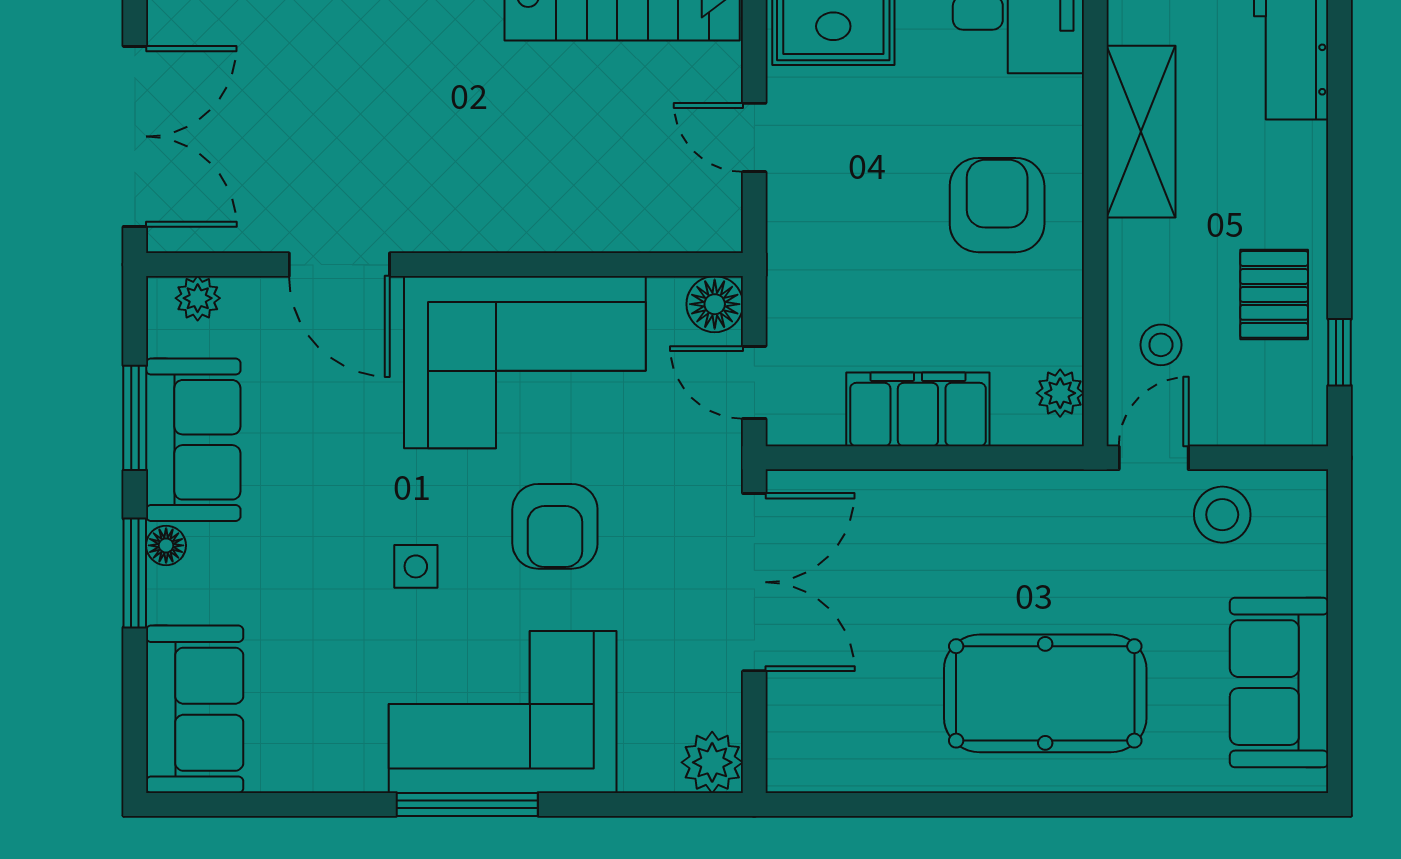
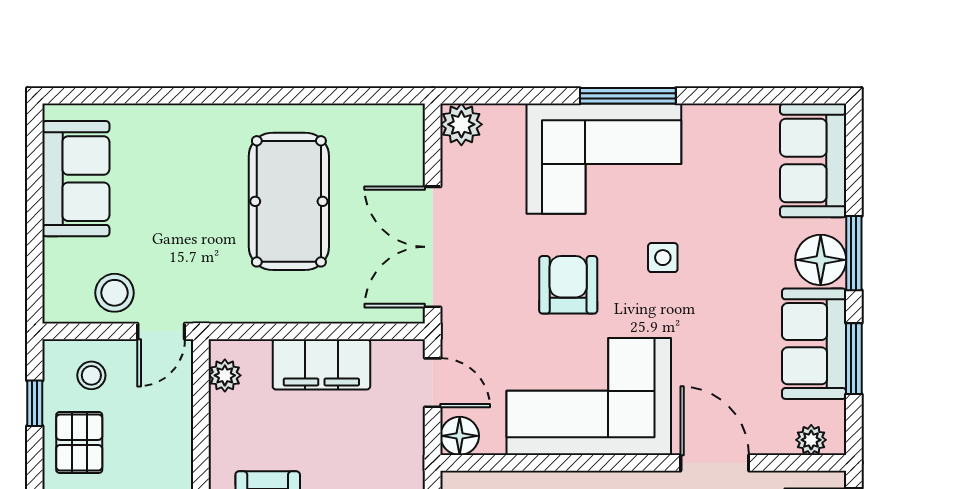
stool: (1161, 345) -> (91, 375), moved
floor lamp: (166, 545) -> (821, 260), width x1.89, depth x1.89
pool table: (1045, 693) -> (289, 201), moved, turned 90

